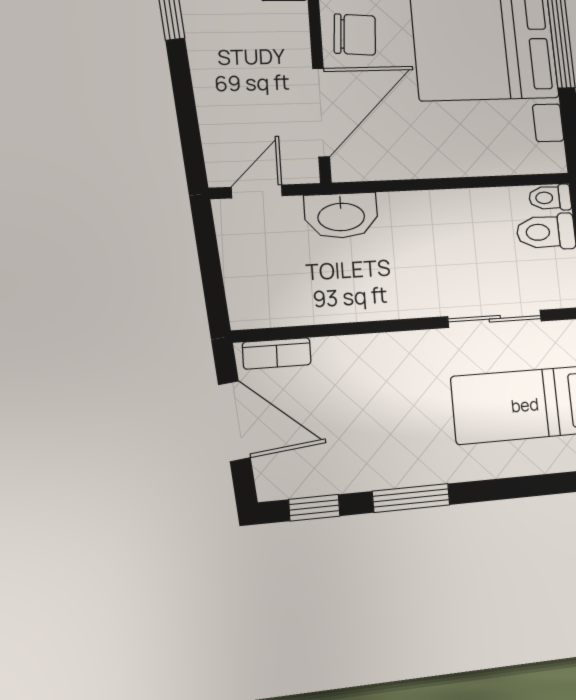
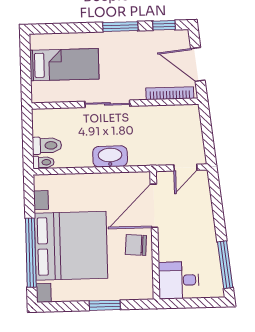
washbasin: (341, 216) -> (110, 156), moved
sliding door: (495, 319) -> (107, 104), moved
bookcase: (277, 353) -> (170, 93), width x1.56

